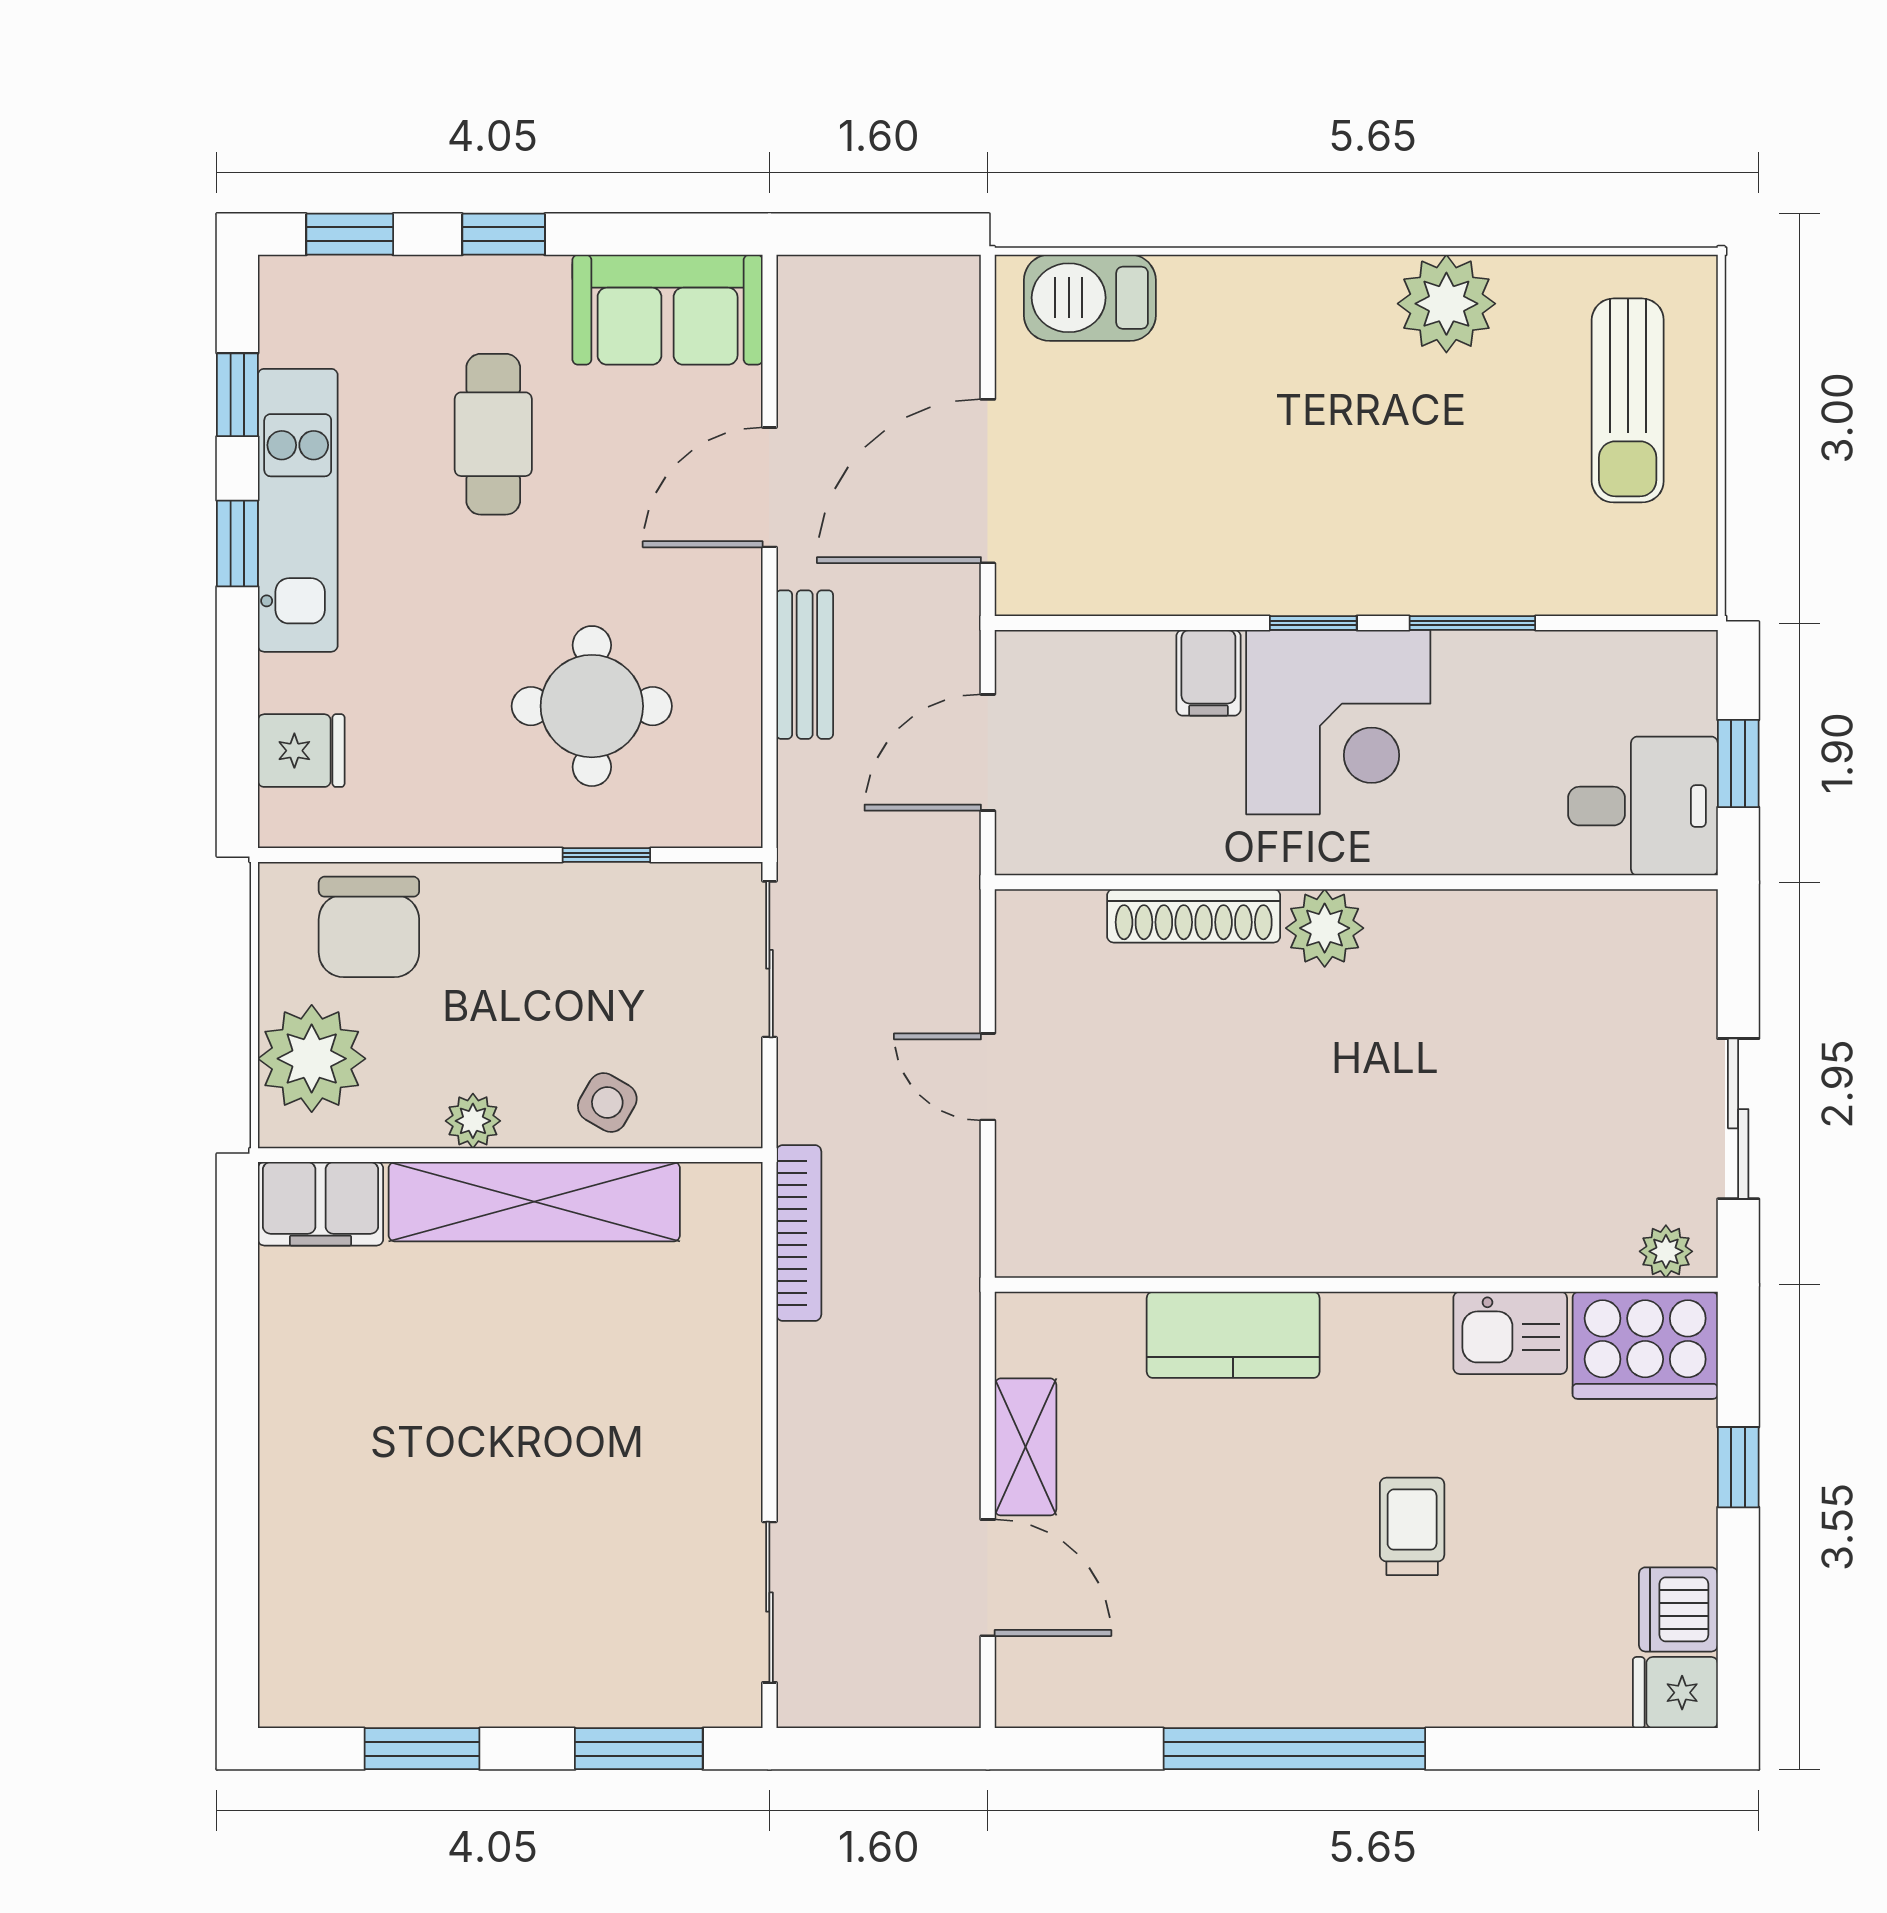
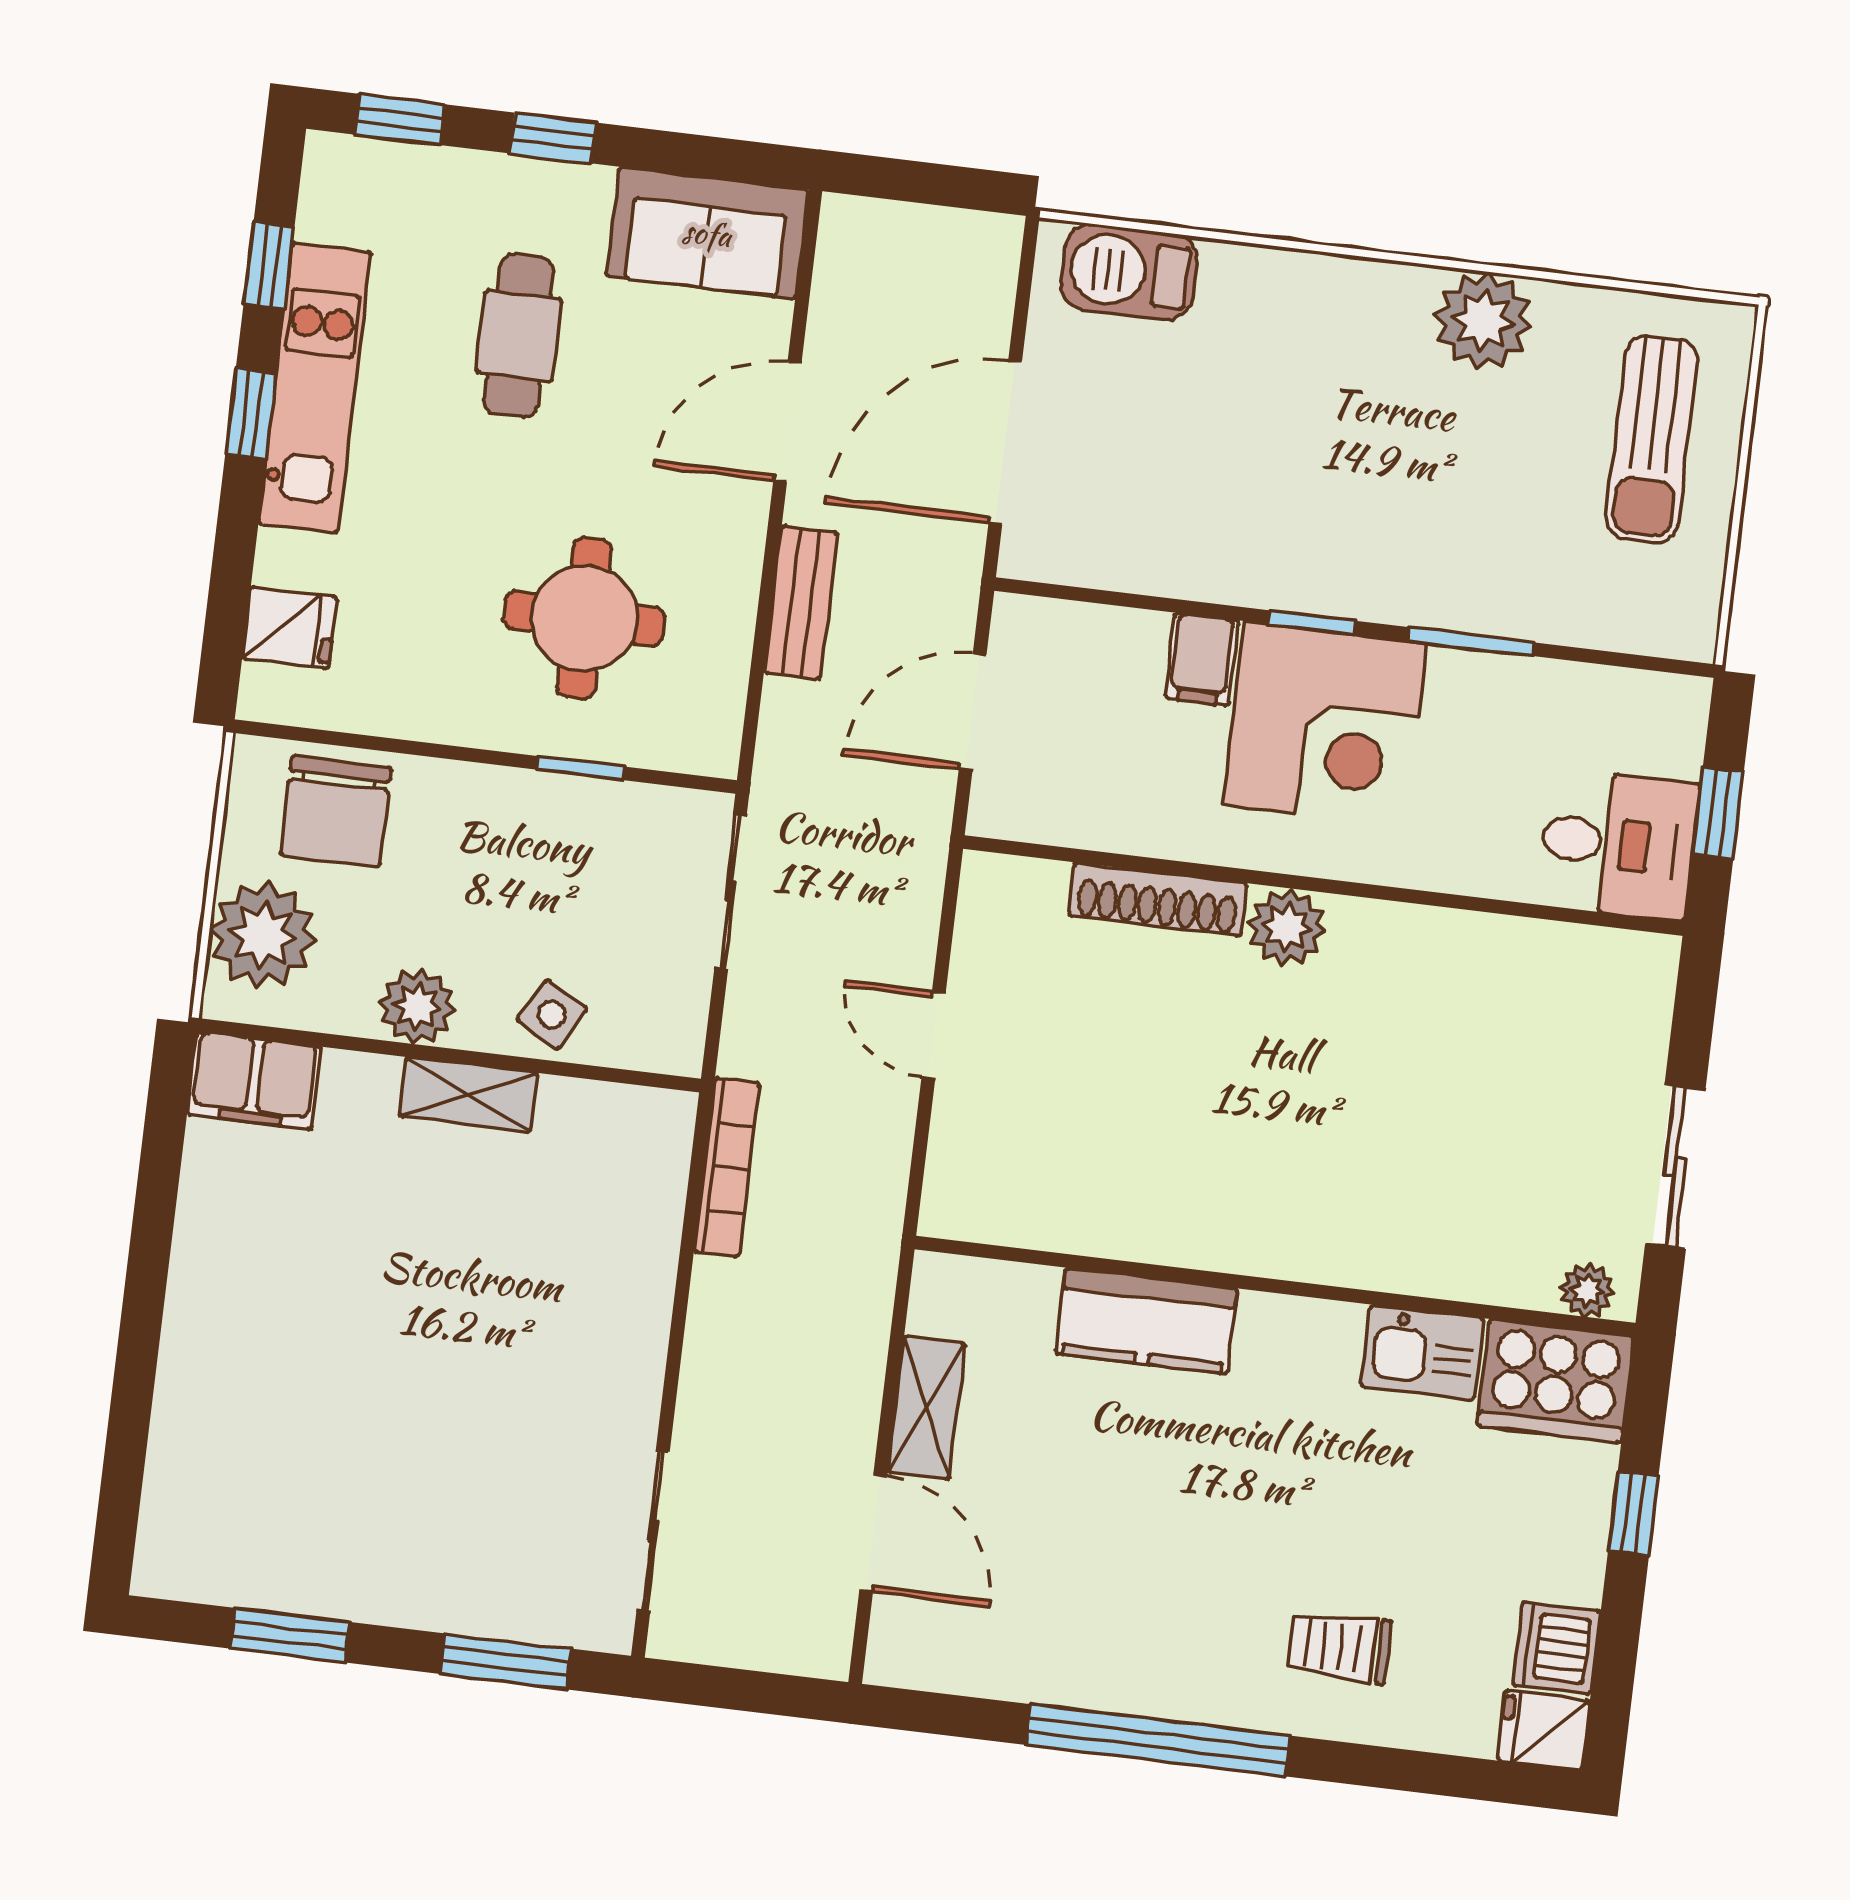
plant: (473, 1121) -> (417, 1006), width x1.38, depth x1.38
shelving: (534, 1202) -> (468, 1095), width x0.45, depth x0.75
trolley: (1412, 1526) -> (1339, 1647), moved, turned -90

